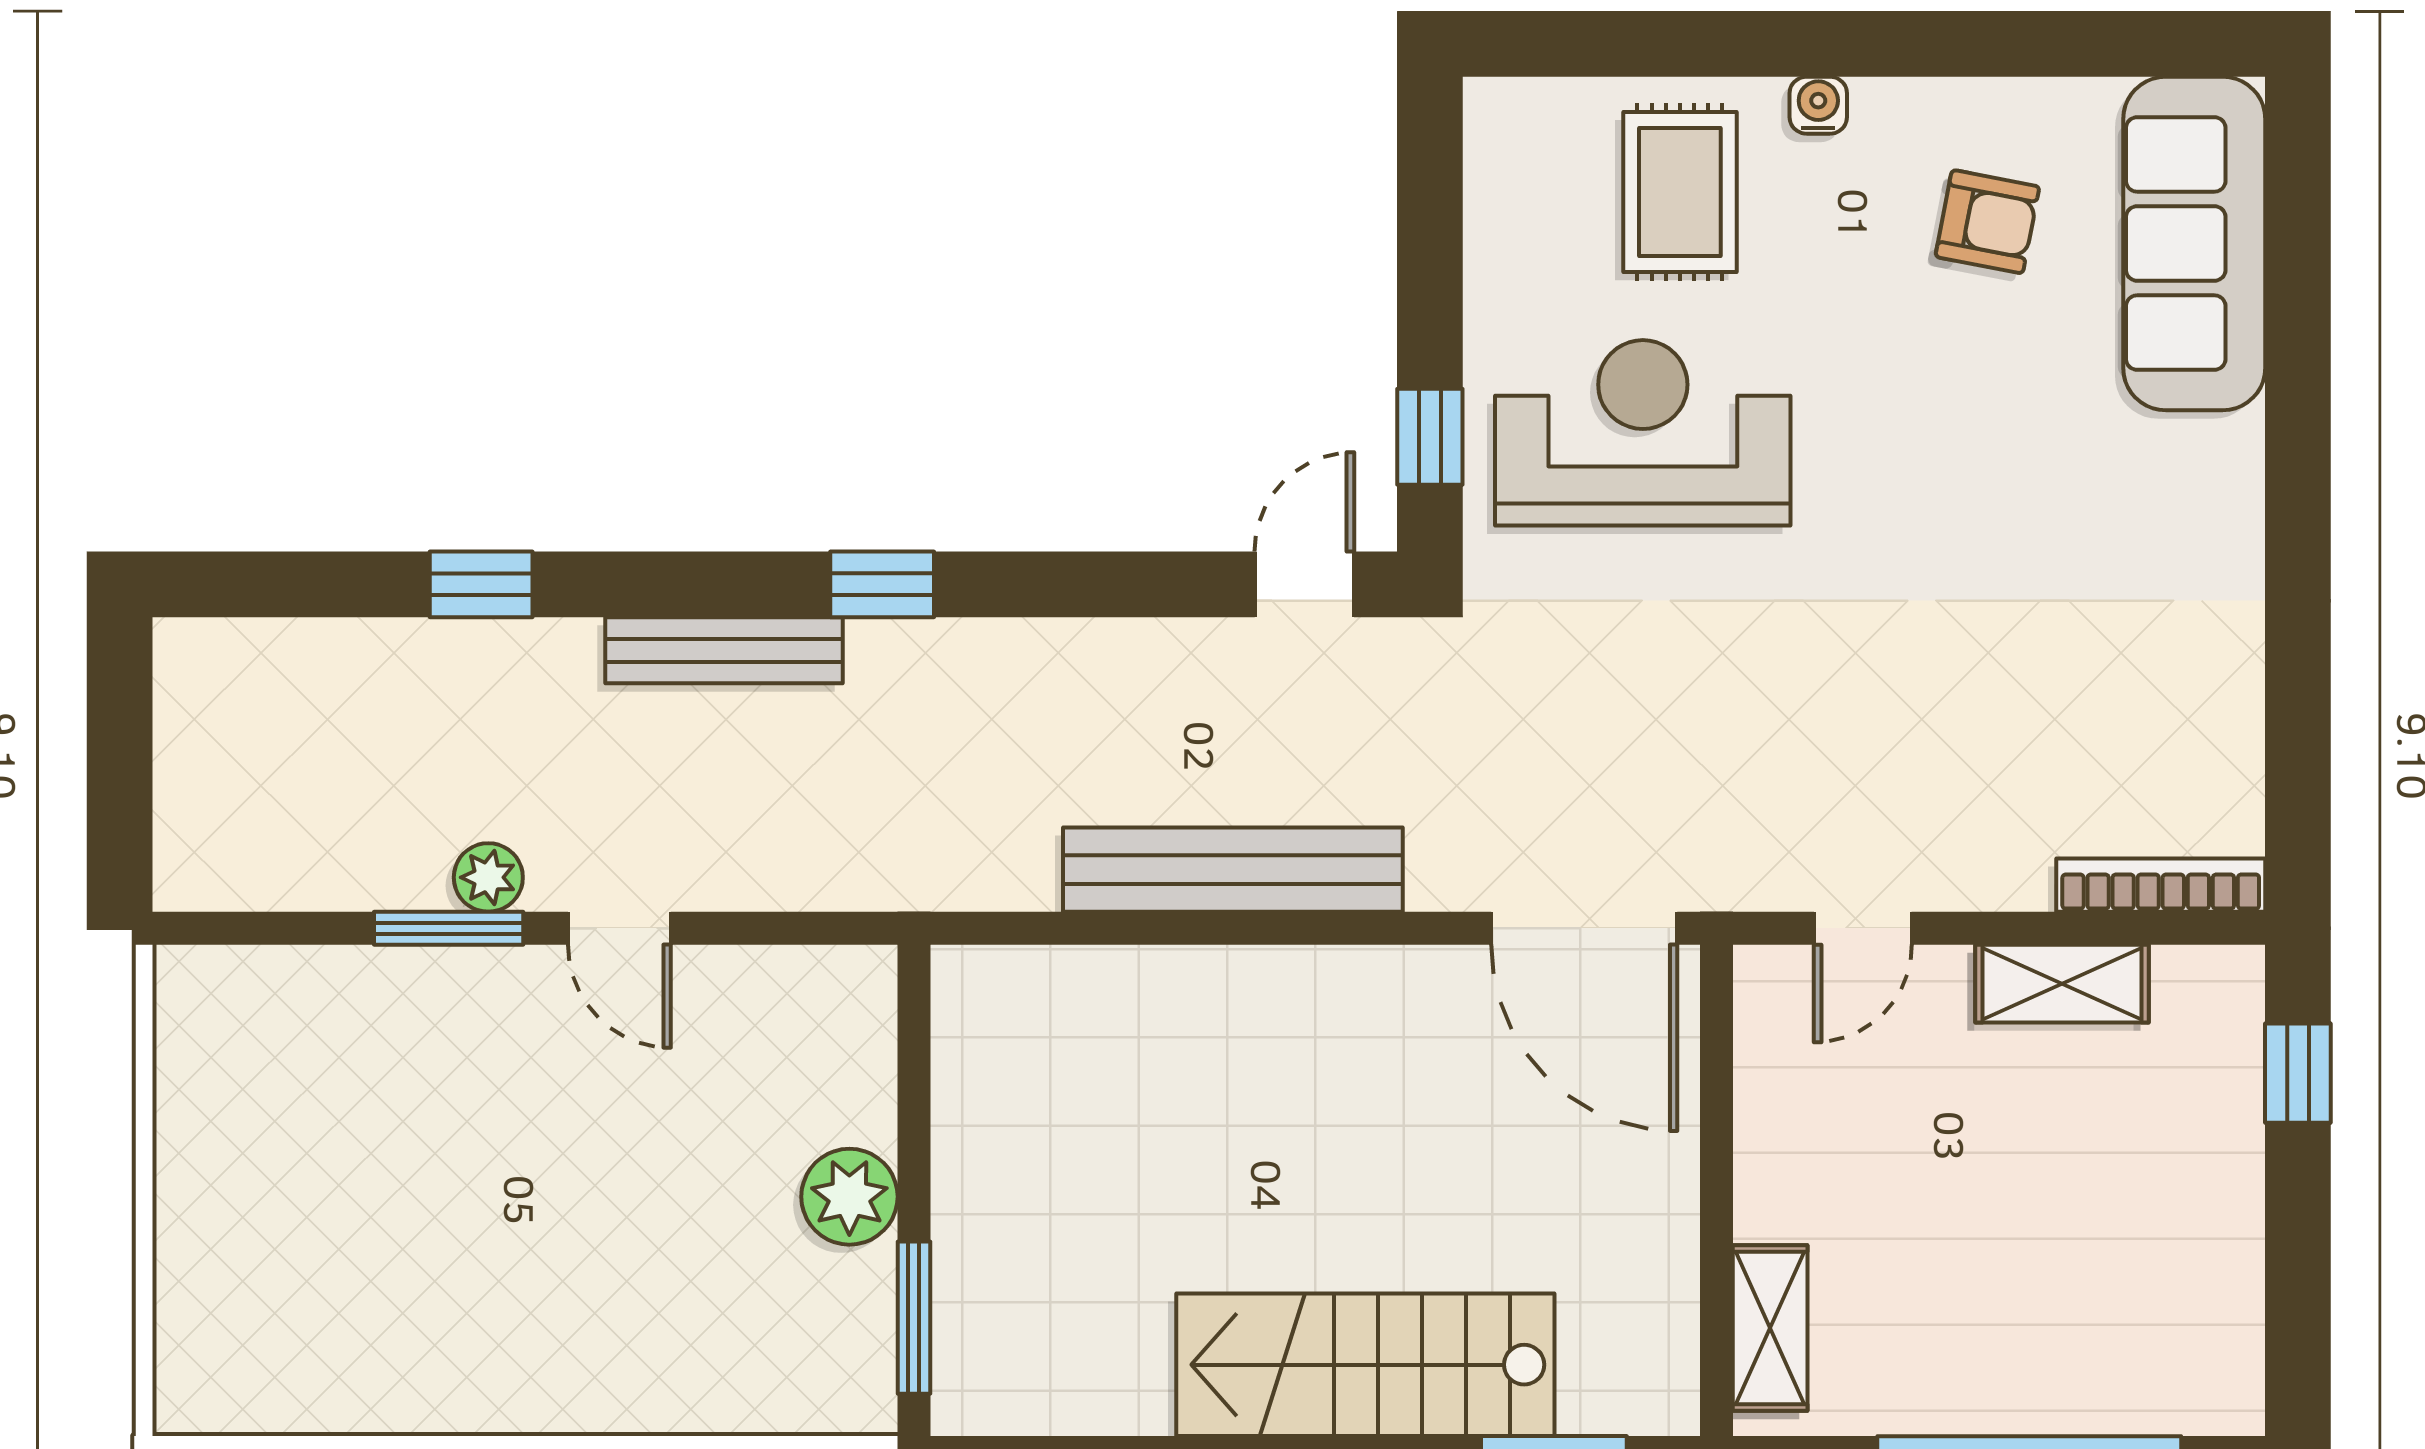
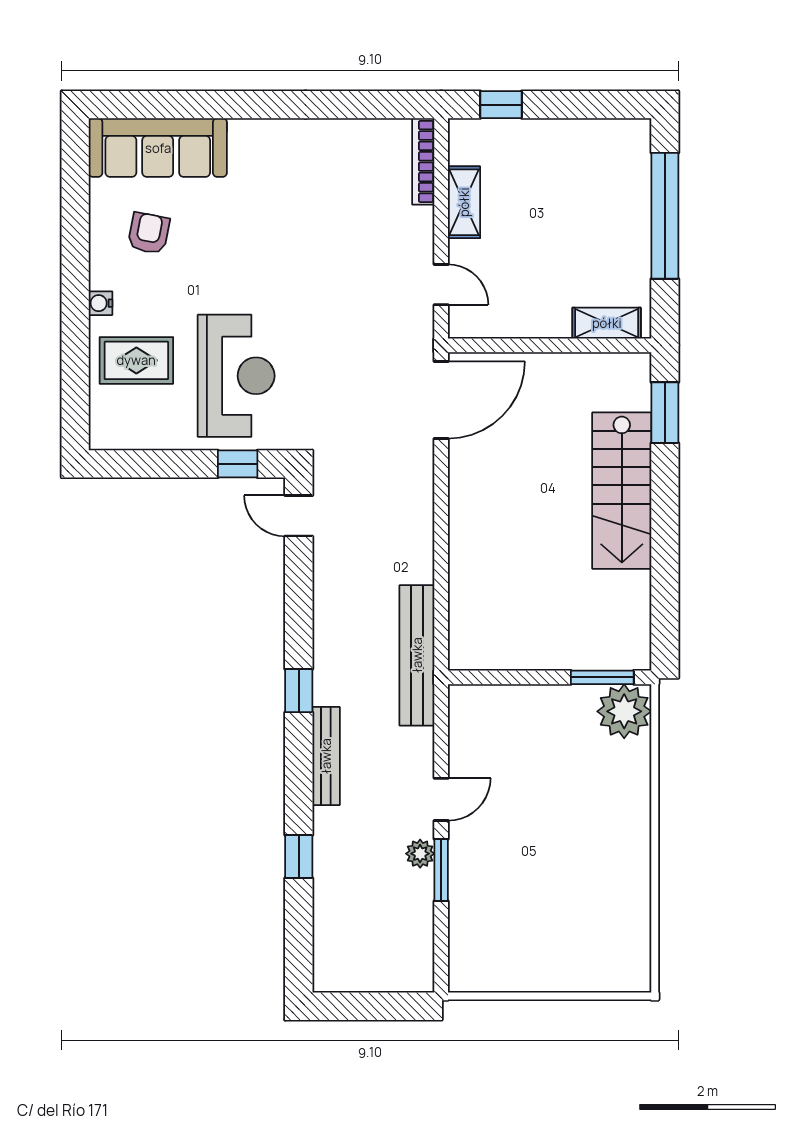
reception desk: (1643, 433) -> (236, 376), turned 180
bench: (1233, 870) -> (417, 655), moved
plant: (849, 1197) -> (624, 711), moved, width x1.36, depth x1.36

